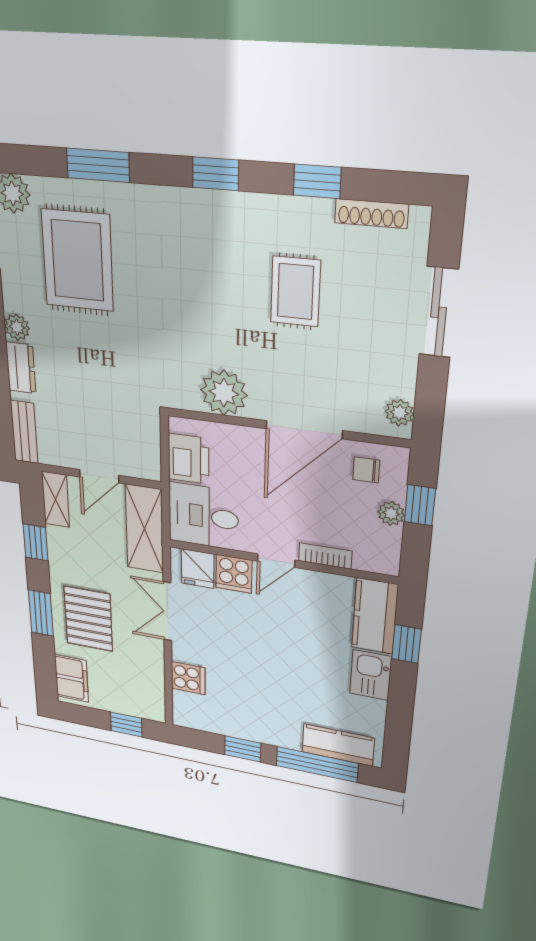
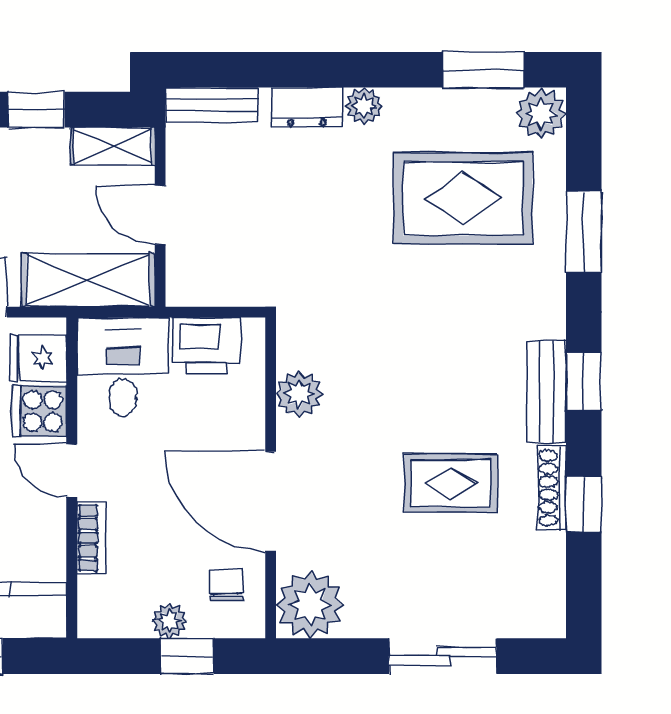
bench: (223, 206) -> (546, 391), added
shoe rack: (371, 214) -> (552, 488), moved
plant: (224, 393) -> (299, 394), width x0.73, depth x0.73
plant: (399, 413) -> (310, 605), width x1.88, depth x1.88

